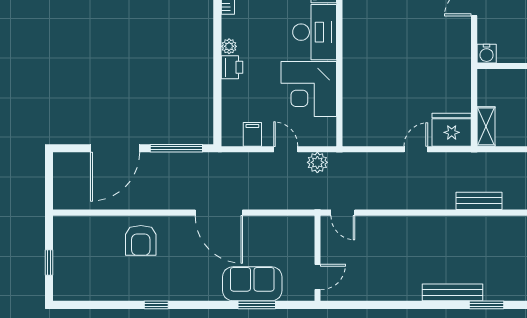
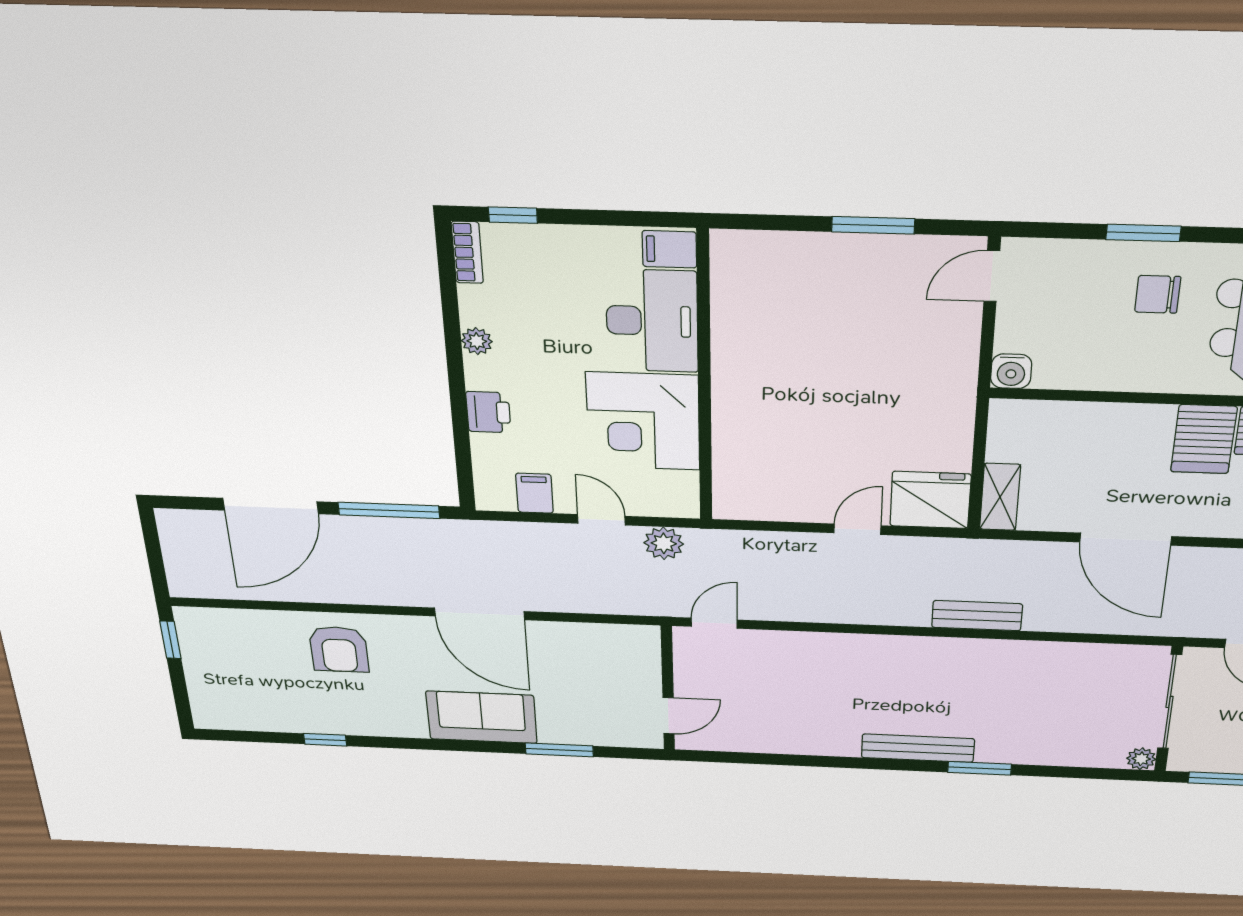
printer: (232, 67) -> (488, 412), moved
door: (343, 213) -> (714, 623), swing flipped
window: (49, 262) -> (170, 640), moved
sofa: (252, 284) -> (482, 717), moved
window: (156, 305) -> (325, 740), moved

